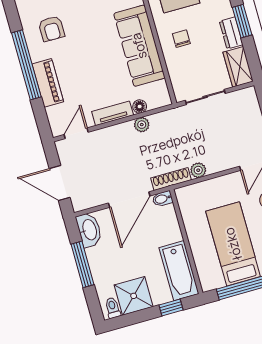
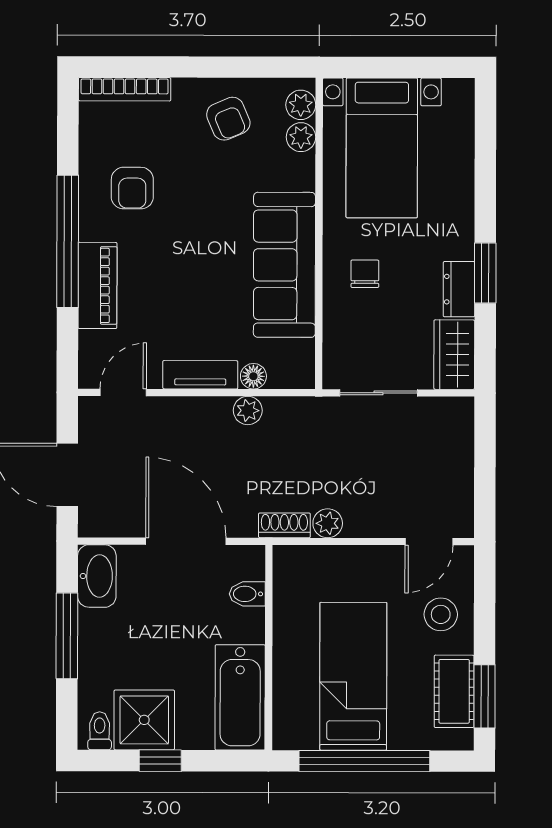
shoe rack: (171, 179) -> (284, 525), width x0.70
bidet: (162, 199) -> (247, 594), moved
door: (129, 200) -> (186, 541), swing flipped
window: (171, 308) -> (160, 761), moved

